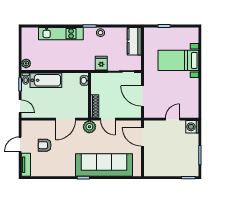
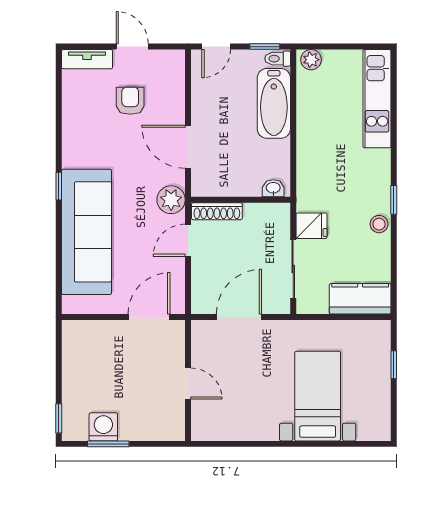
kitchen unit: (61, 34) -> (377, 99), moved
washing machine: (192, 127) -> (103, 427), moved

